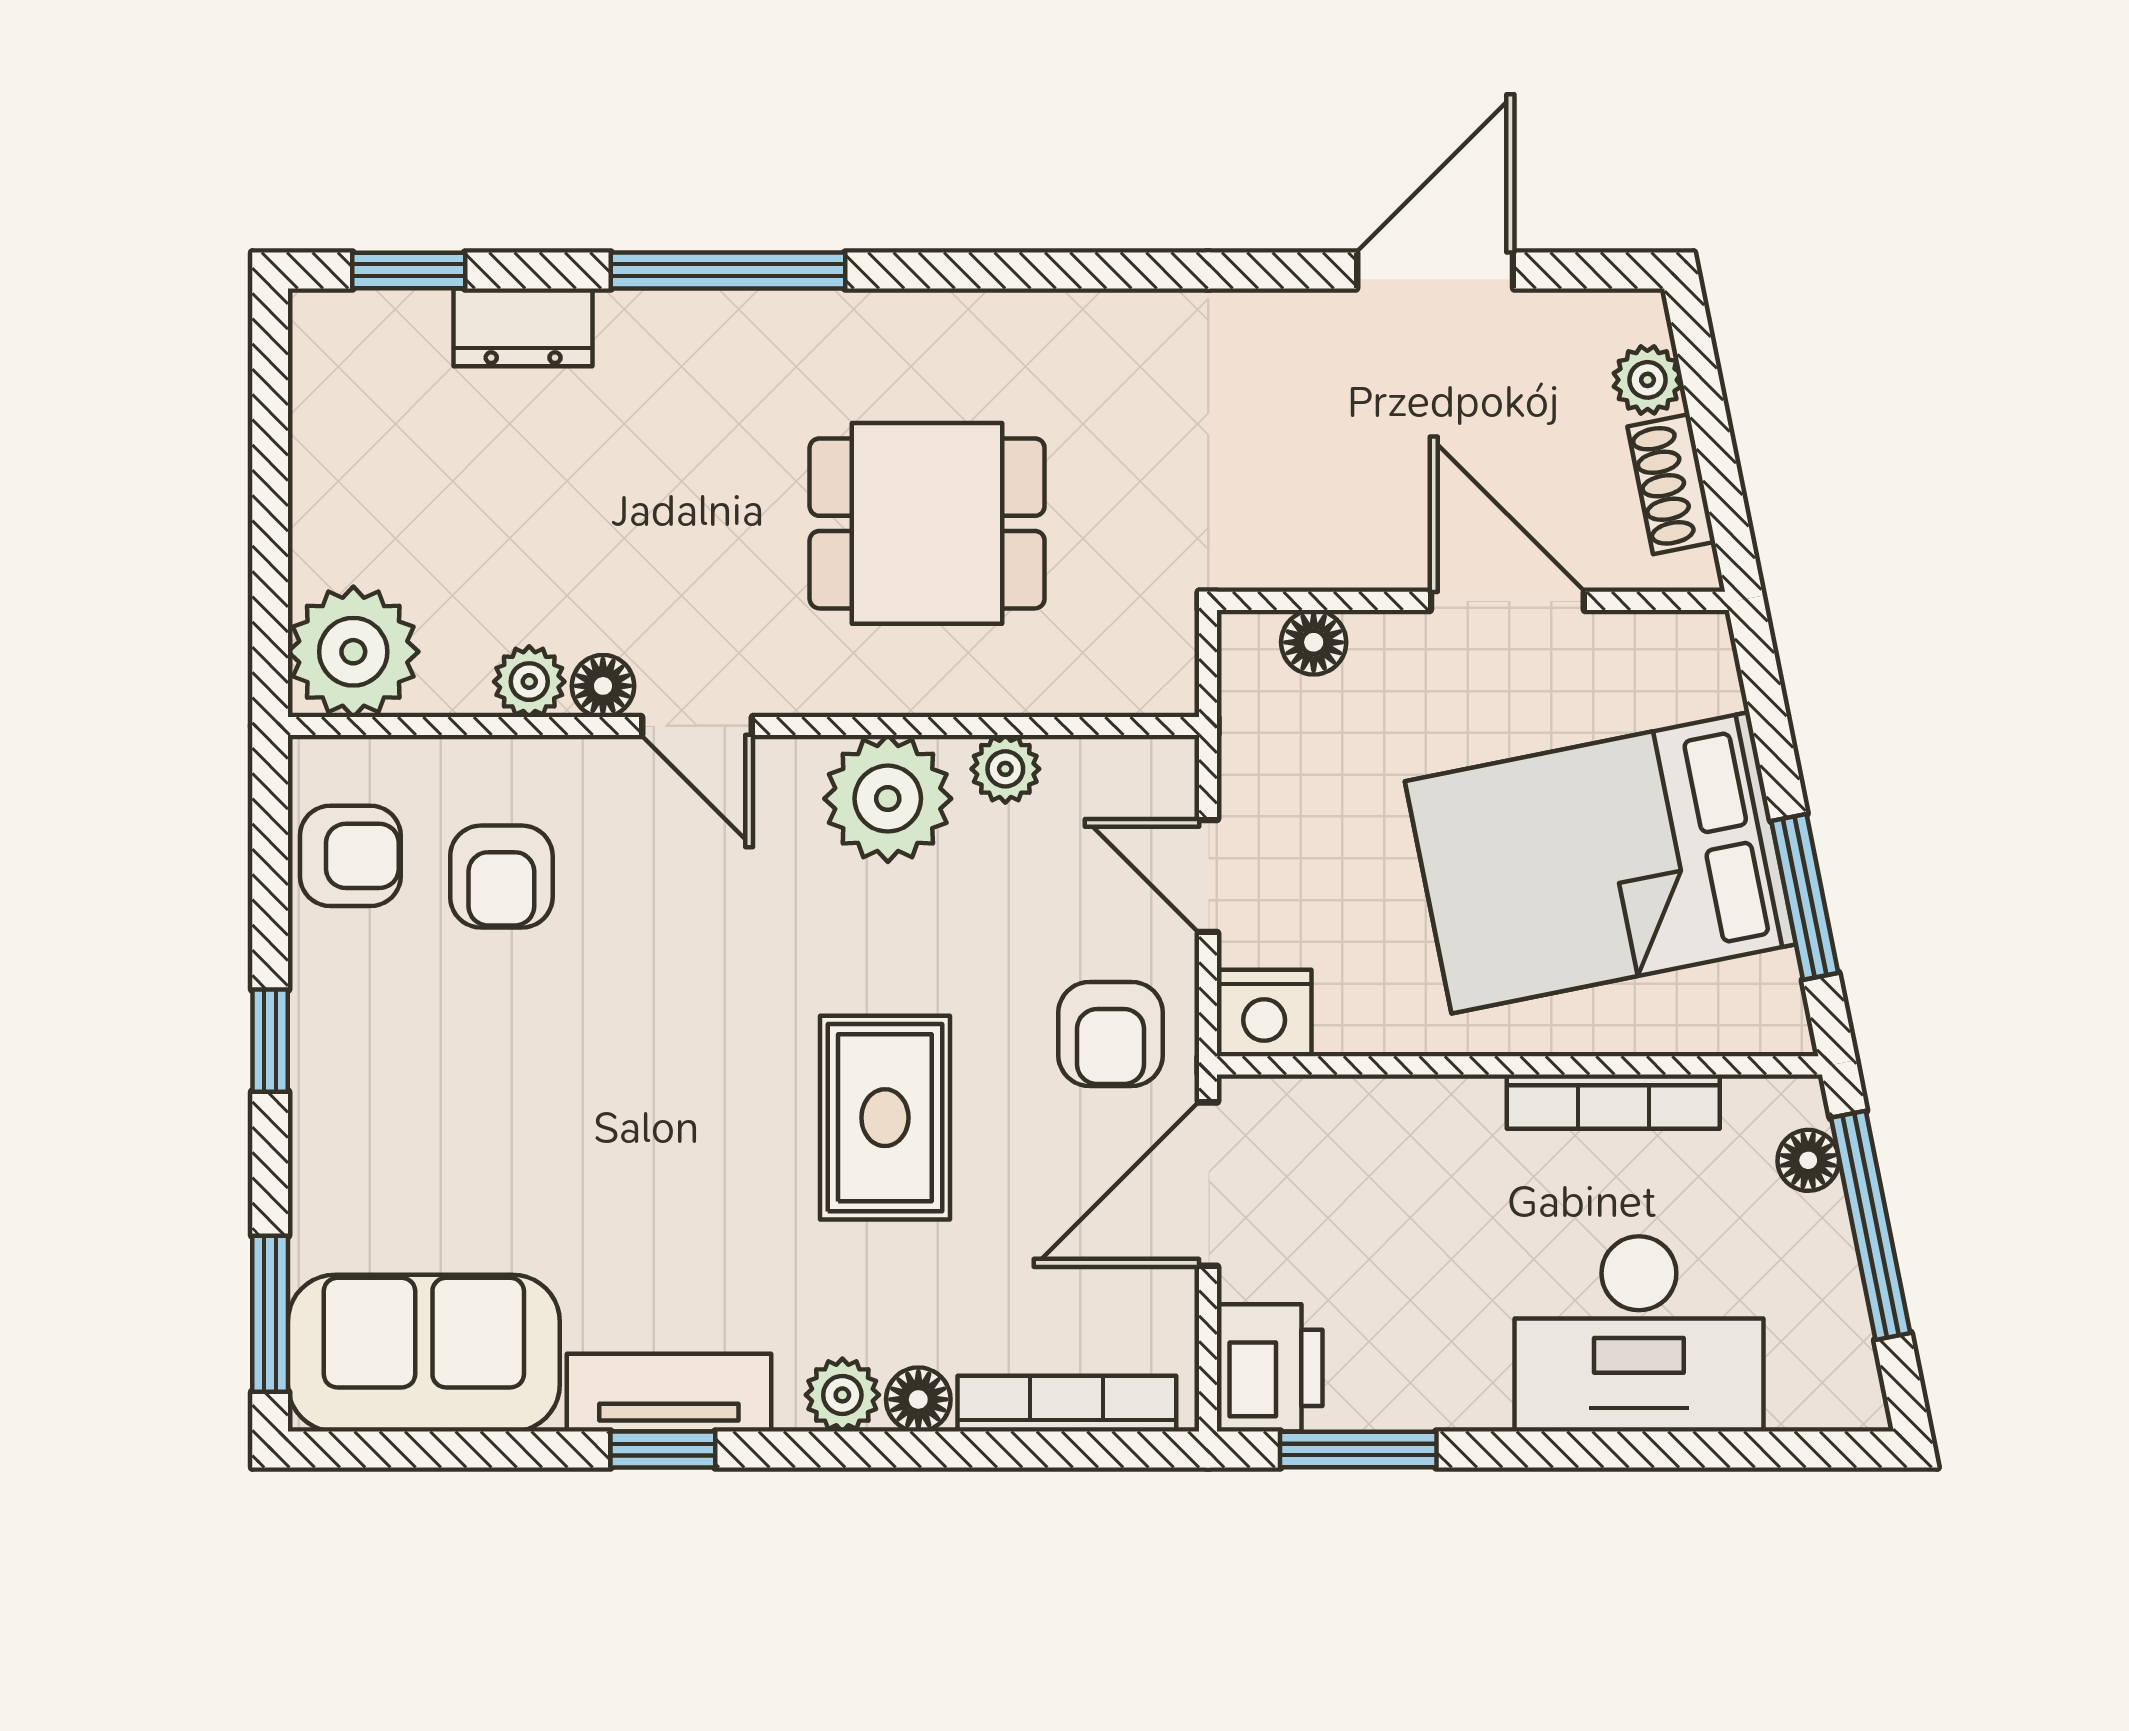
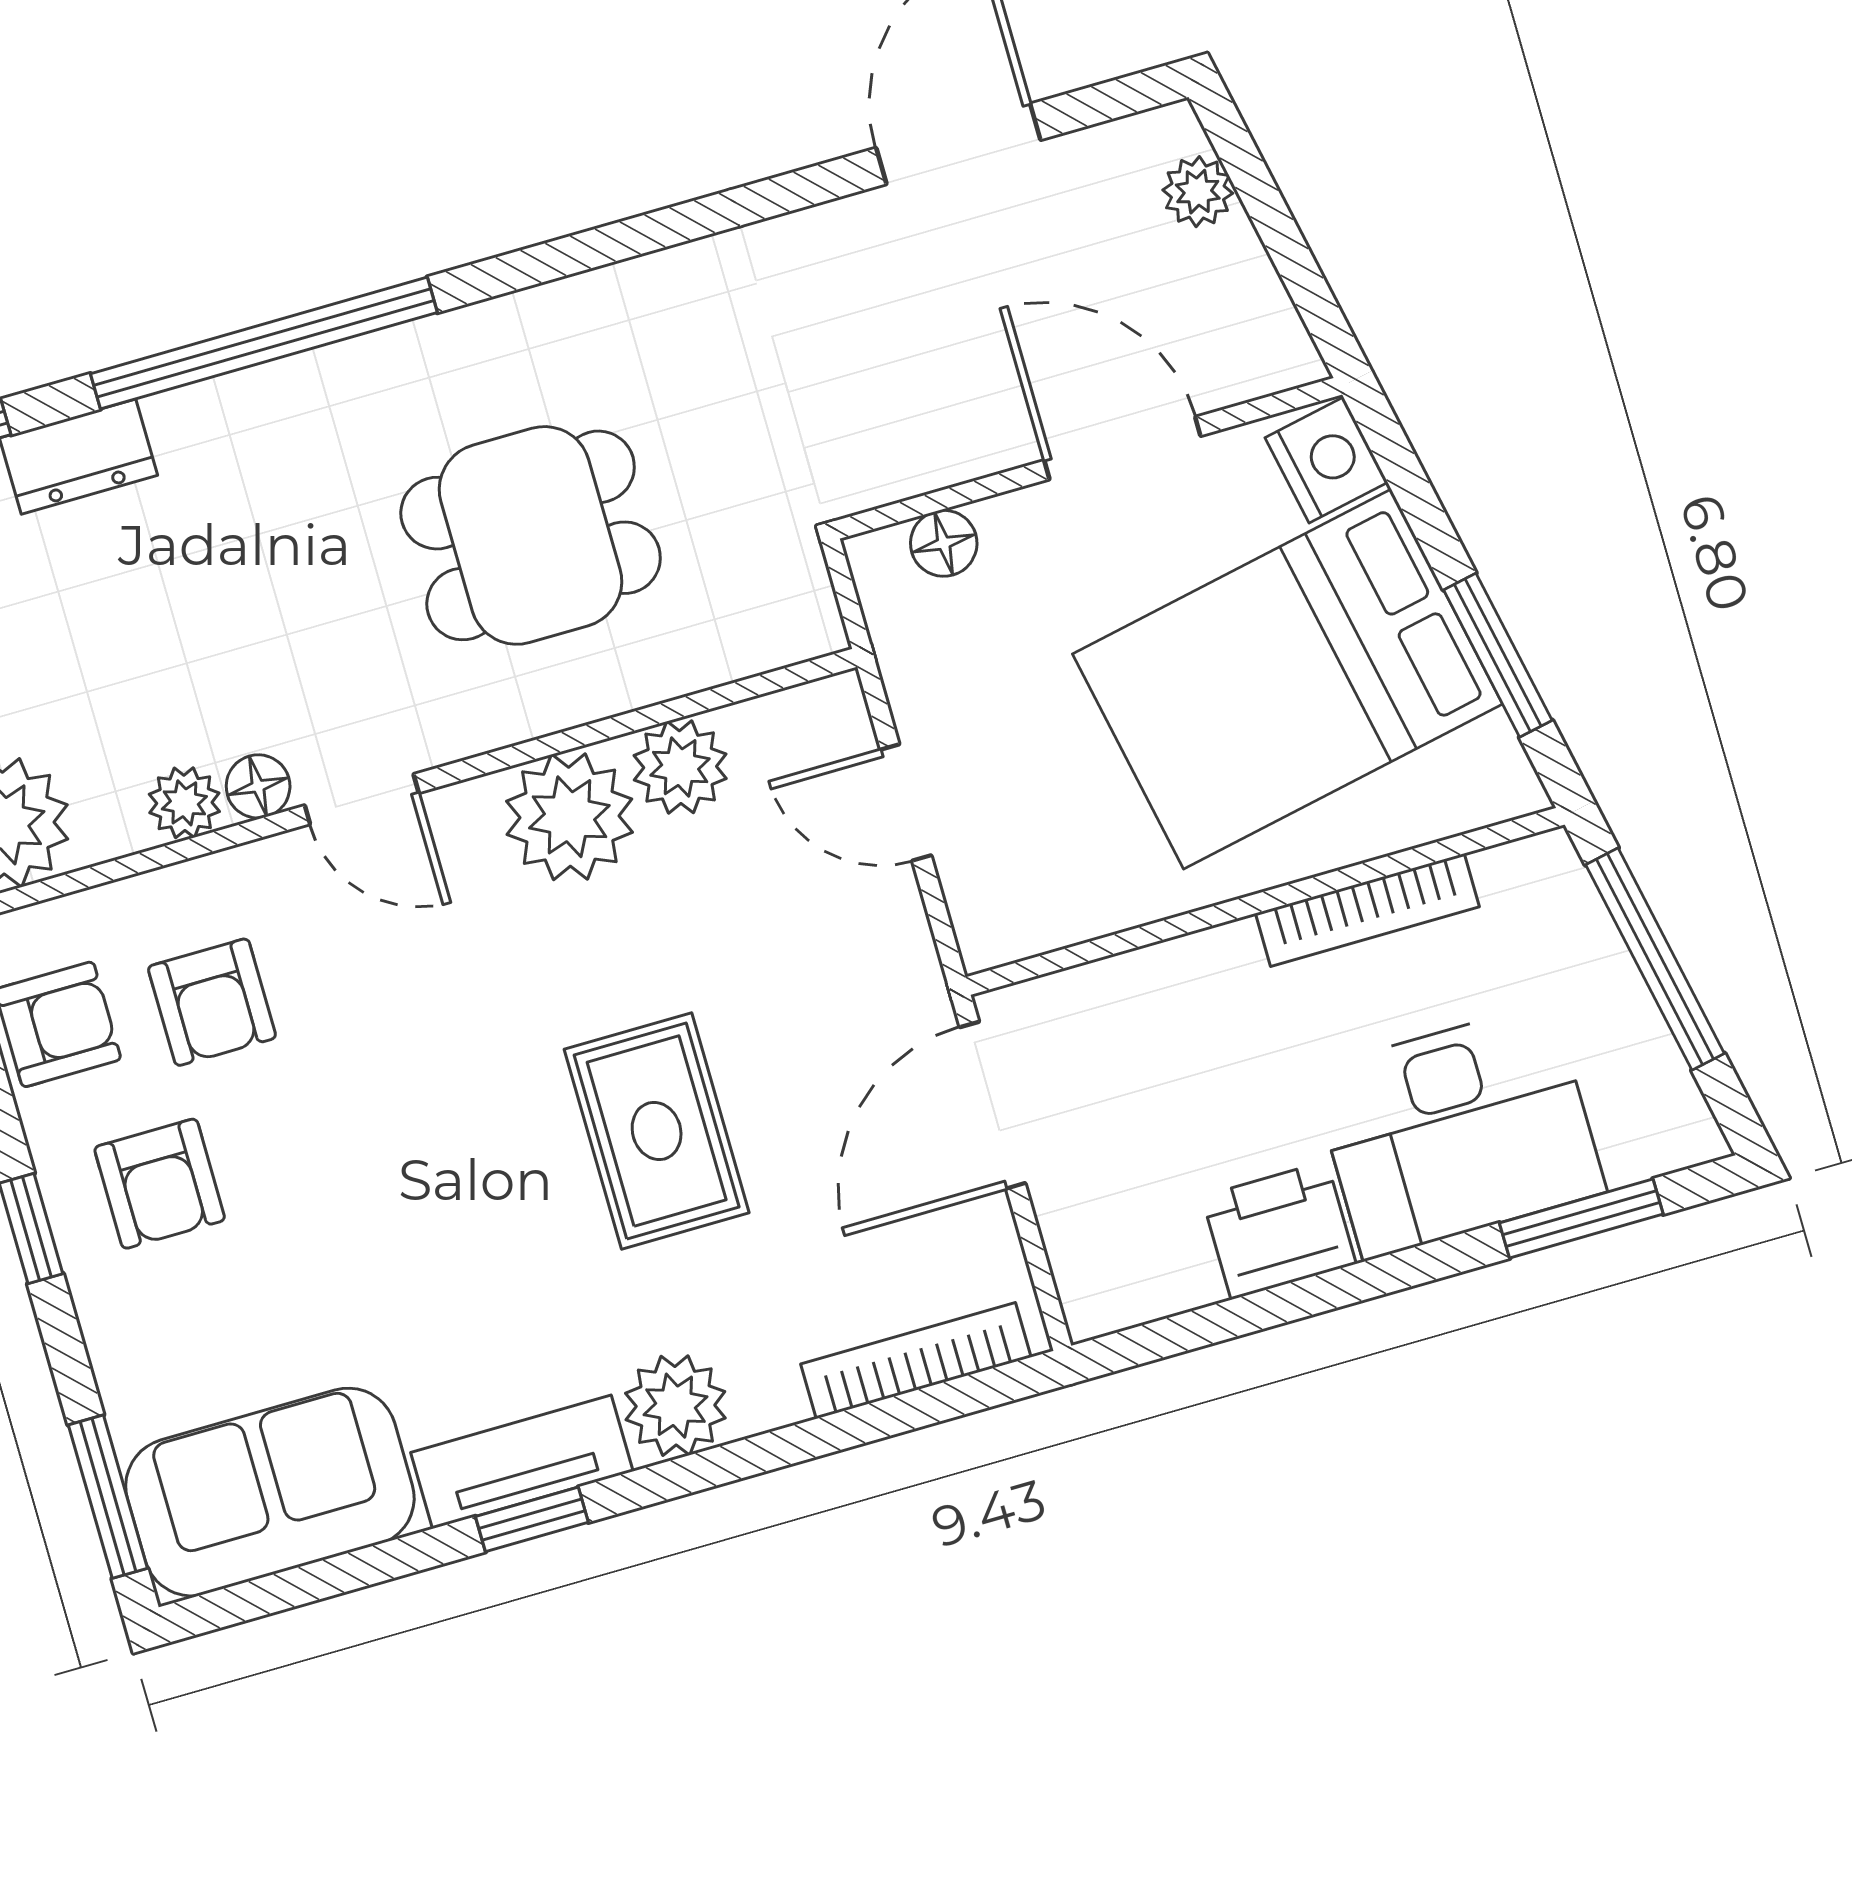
window: (728, 270) -> (264, 343), width x1.46
shoe rack: (1671, 484) -> (1251, 287), removed
plant: (1005, 769) -> (680, 767), width x1.38, depth x1.38
nightstand: (1264, 1013) -> (1326, 460), moved, turned -101
armchair: (1111, 1034) -> (160, 1184), moved
floor lamp: (1808, 1160) -> (1575, 913), removed
printer: (1270, 1368) -> (1279, 1230), moved, turned -90
plant: (842, 1395) -> (675, 1406), width x1.38, depth x1.38
floor lamp: (918, 1399) -> (769, 1398), removed
window: (1358, 1449) -> (1581, 1219), moved

